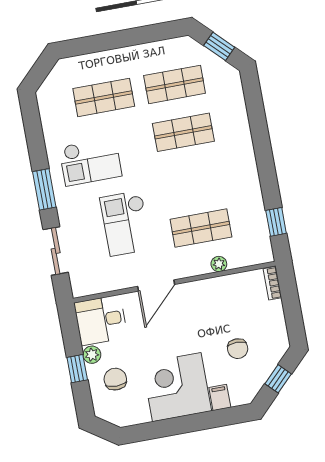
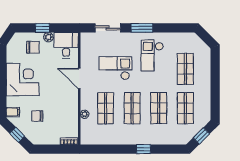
shop shelf: (192, 180) -> (132, 108), added
window: (276, 222) -> (144, 149), moved
filing cabinet: (220, 397) -> (13, 112), moved

